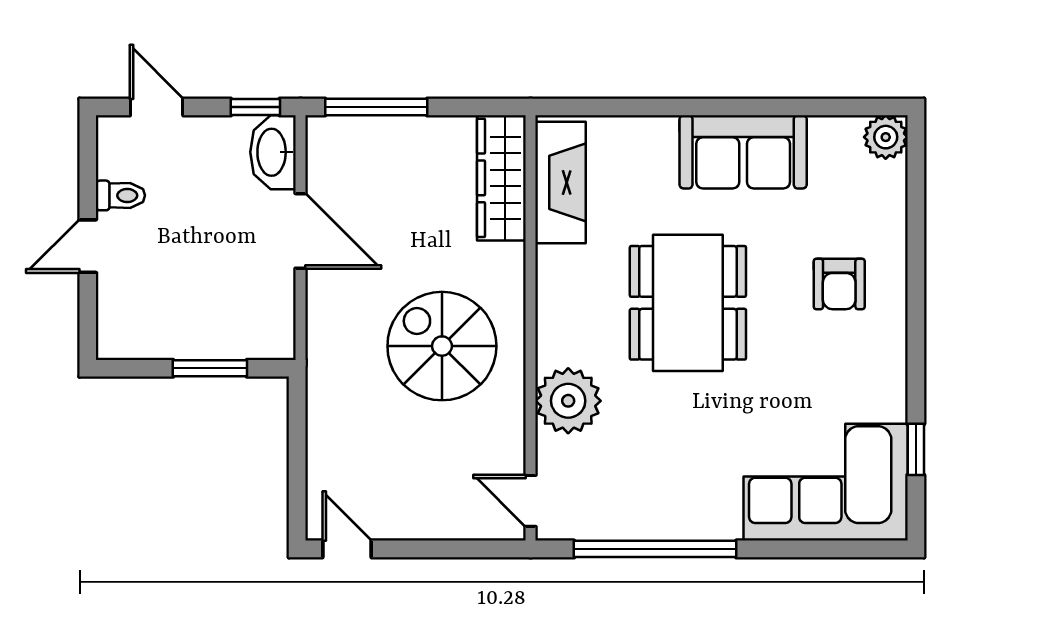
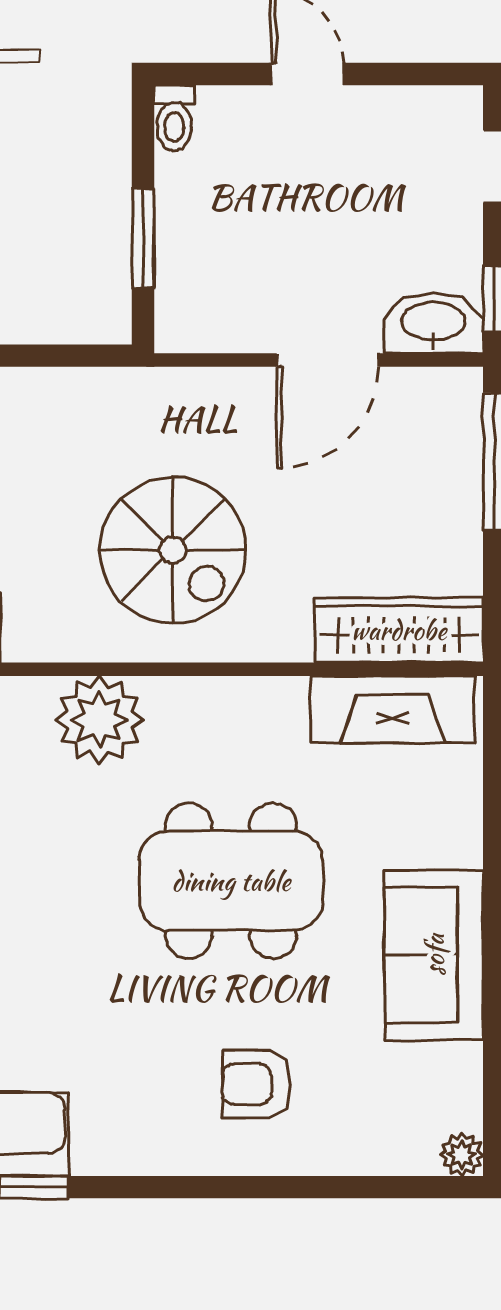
plant: (886, 137) -> (462, 1155), width x0.73, depth x0.73
toilet: (120, 195) -> (174, 118), moved
spiral stairs: (442, 346) -> (173, 550), turned 90

